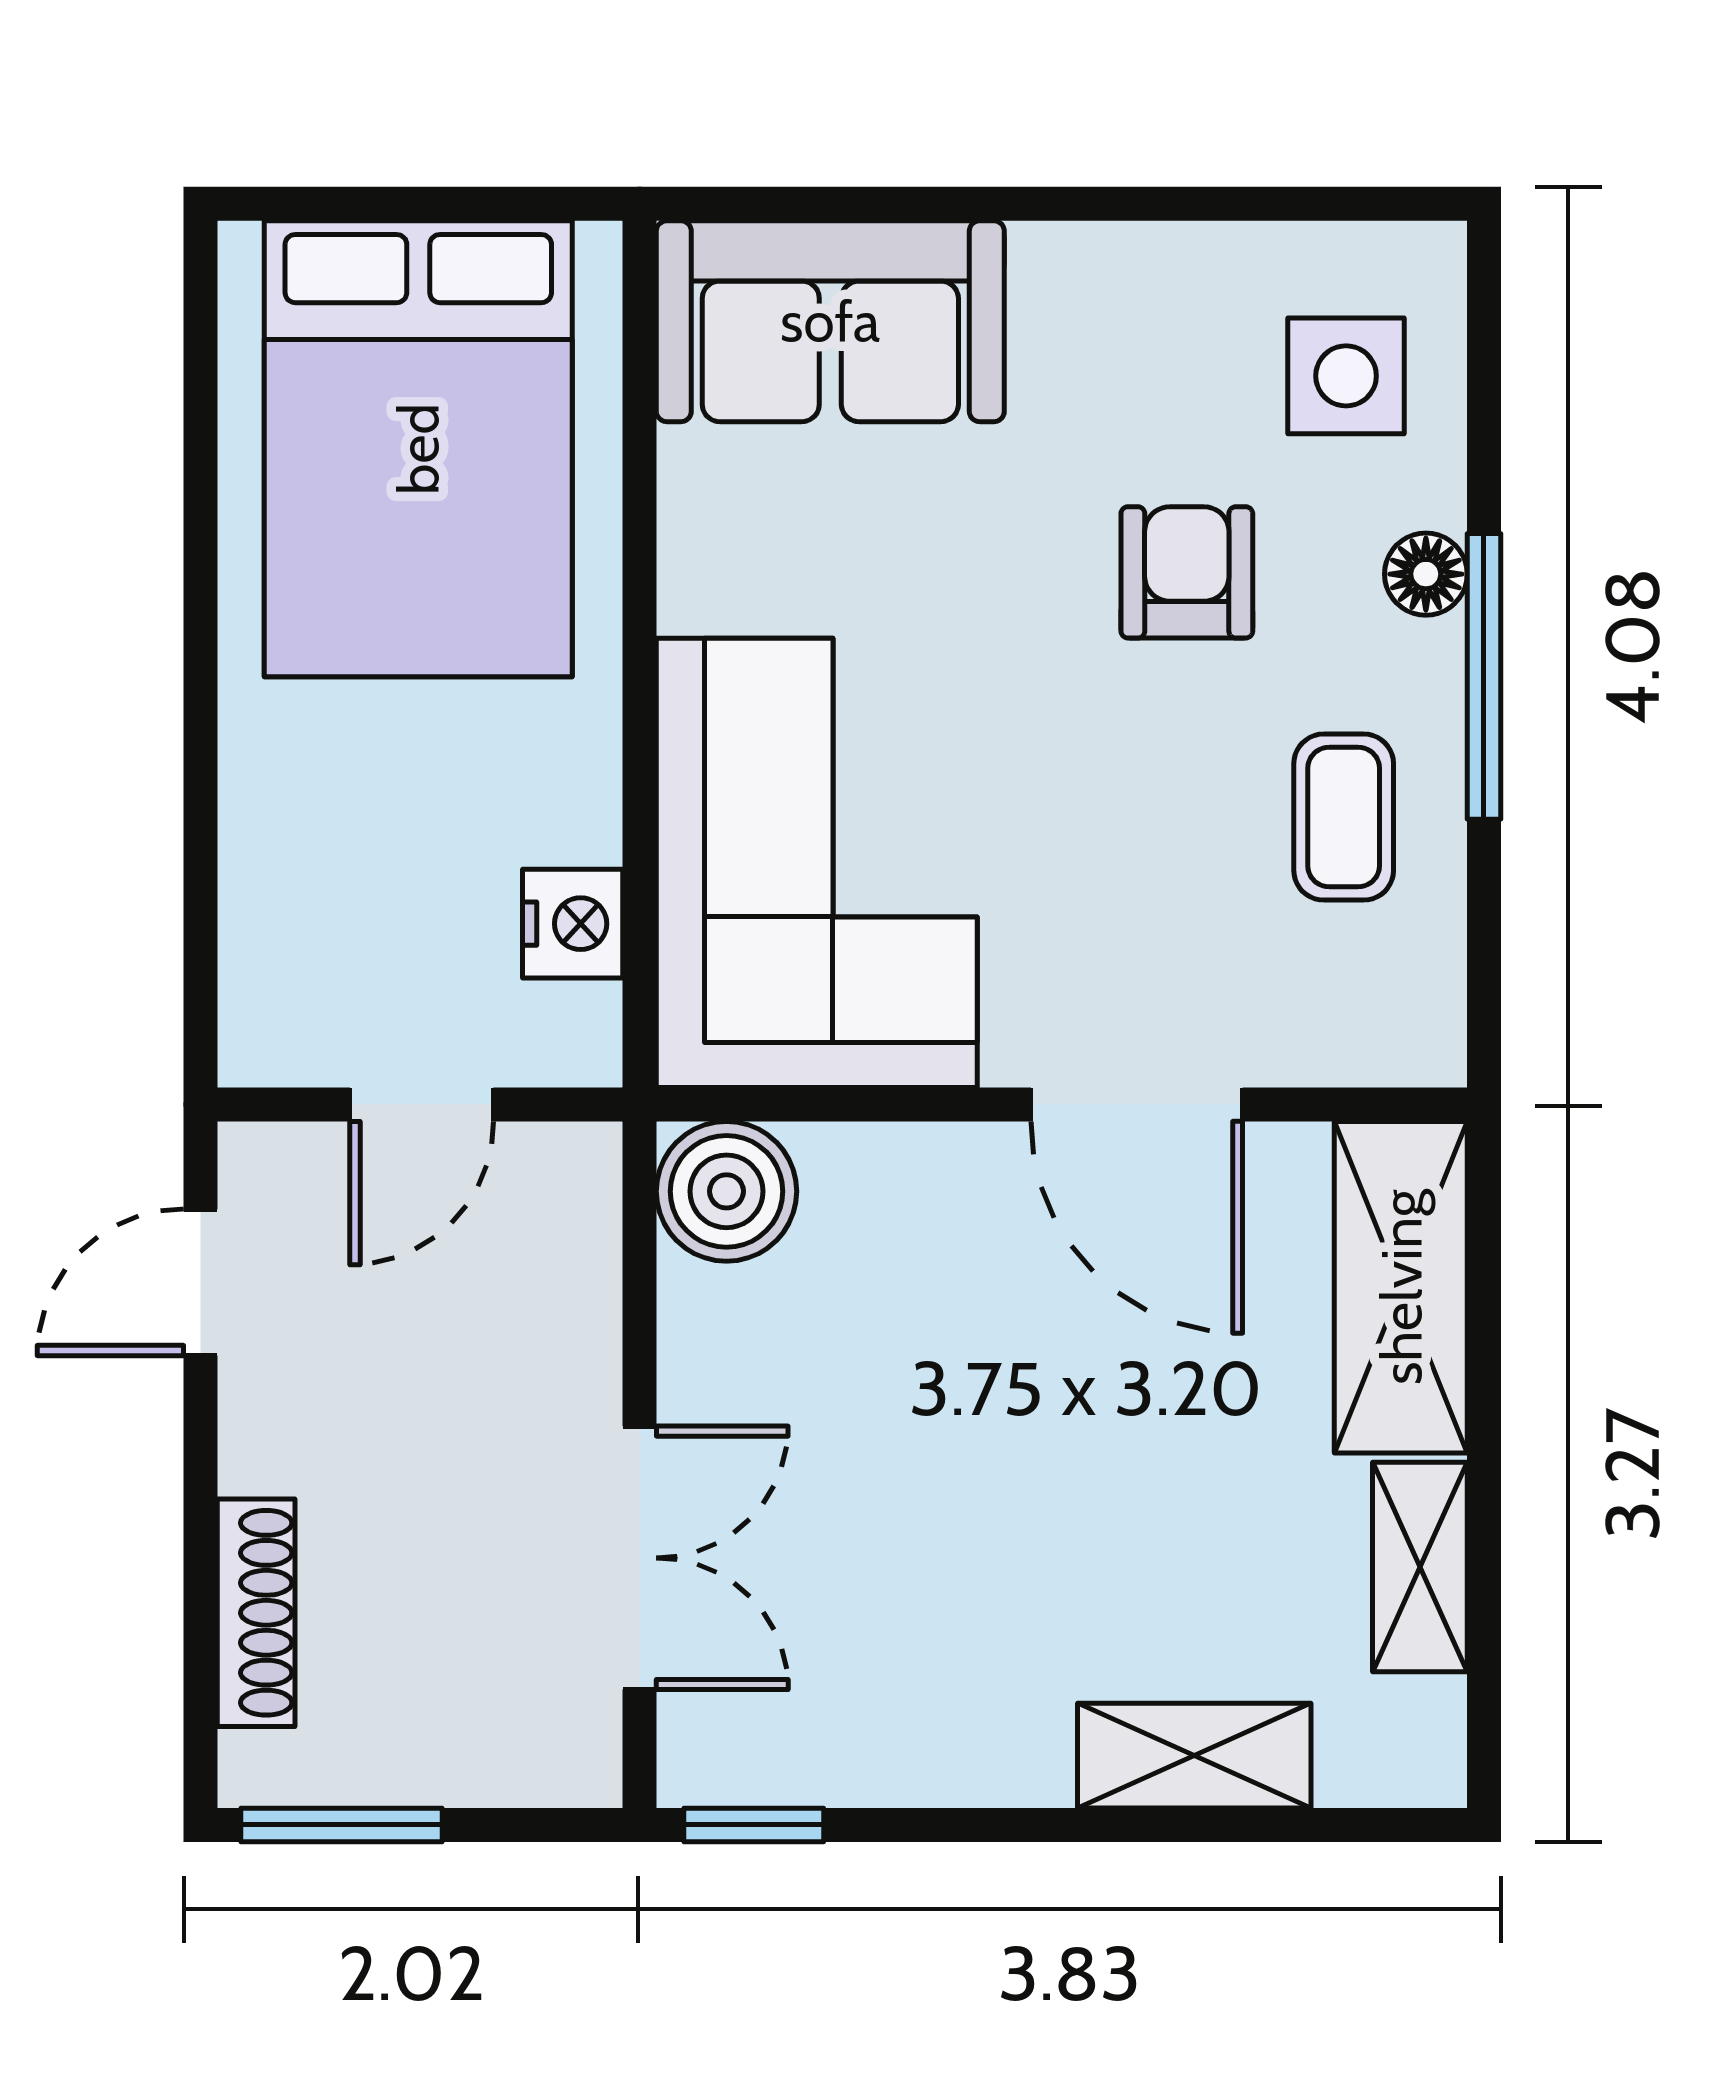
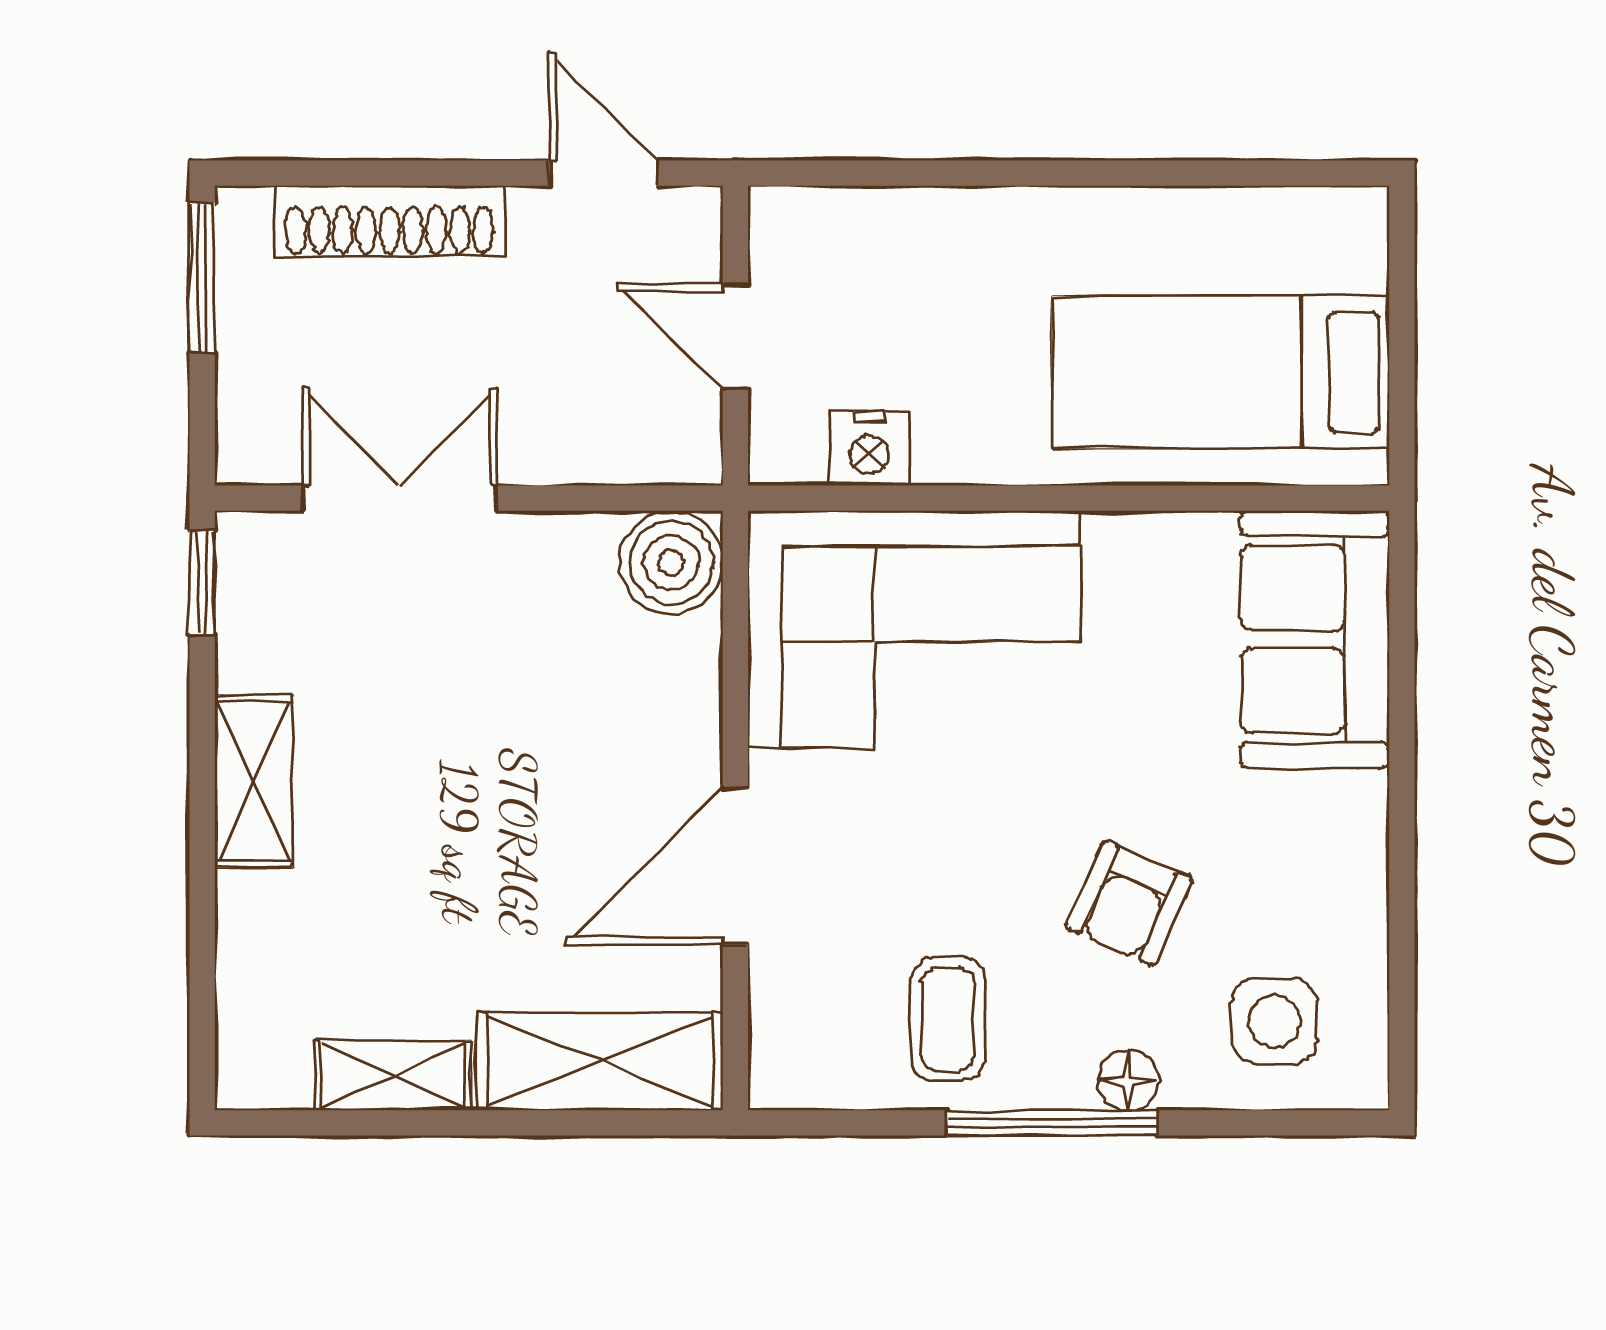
bed: (418, 449) -> (1221, 372), width x0.67
armchair: (1187, 572) -> (1129, 903), turned 114
coffee table: (1344, 817) -> (948, 1019), turned 90
double door: (640, 1558) -> (400, 498), swing flipped
shoe rack: (256, 1613) -> (390, 221), width x1.36, depth x1.24
shelving: (1194, 1756) -> (253, 781), moved

